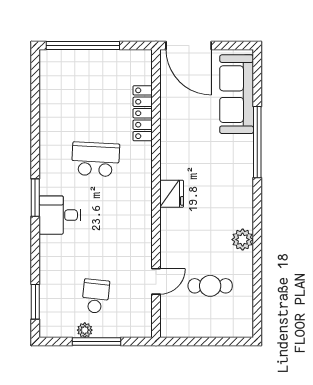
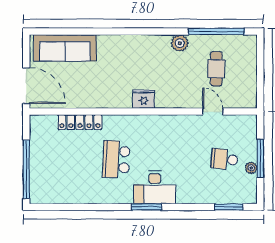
door: (189, 45) -> (26, 86), hinge flipped
window: (257, 142) -> (216, 32), moved
desk: (60, 215) -> (155, 187), width x1.37

